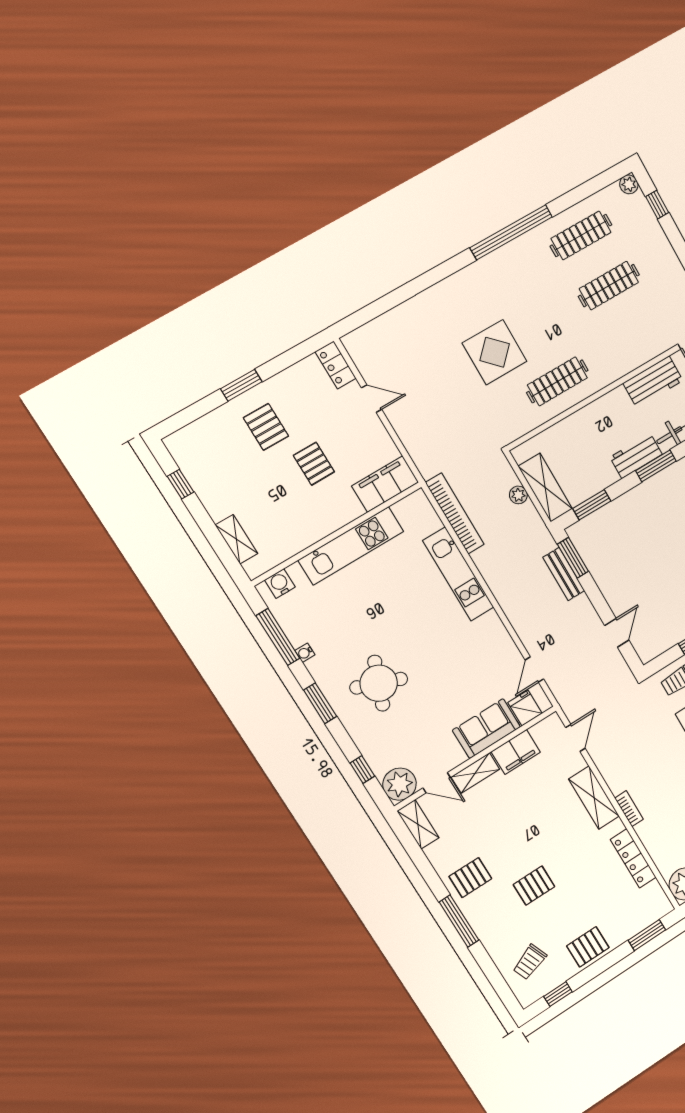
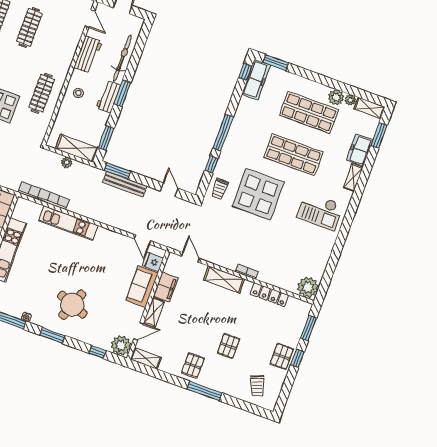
stool: (603, 420) -> (78, 93), added
bench: (564, 574) -> (125, 184), width x1.36
window: (558, 994) -> (297, 358), moved

